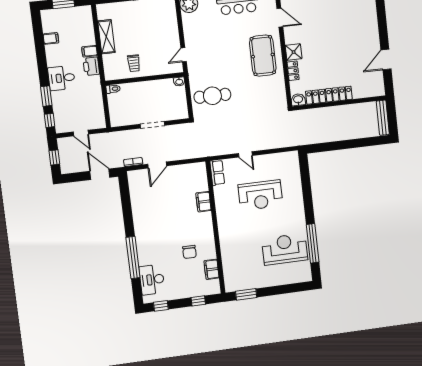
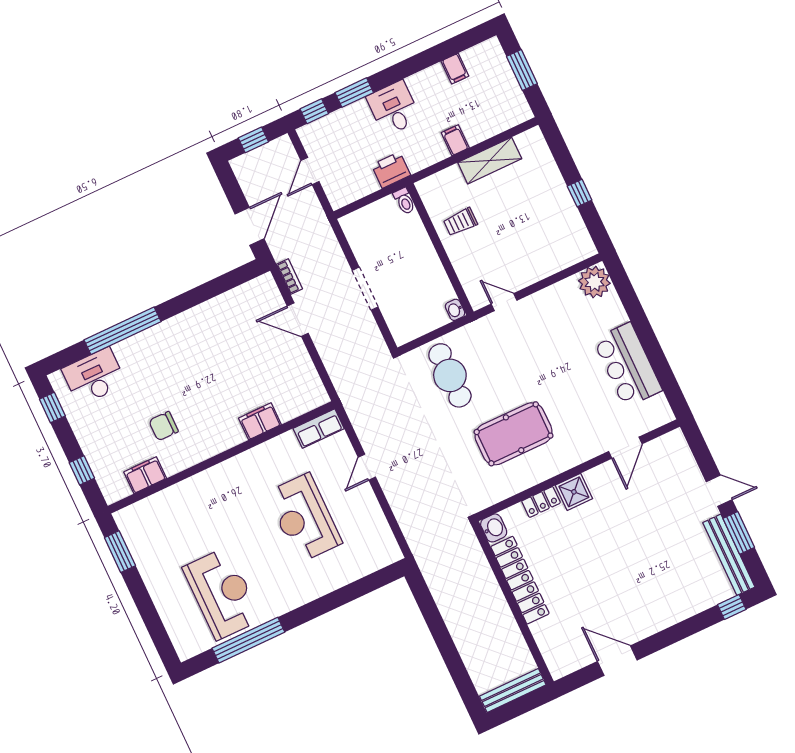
pool table: (263, 56) -> (514, 434), moved
printer: (91, 66) -> (391, 170), moved

